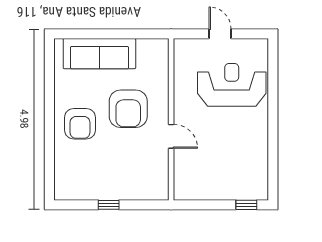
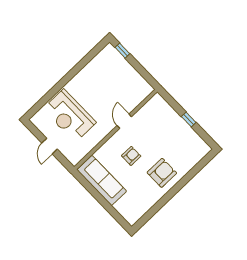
sofa: (99, 54) -> (102, 180), moved
armchair: (128, 109) -> (131, 156), width x0.53, depth x0.53

